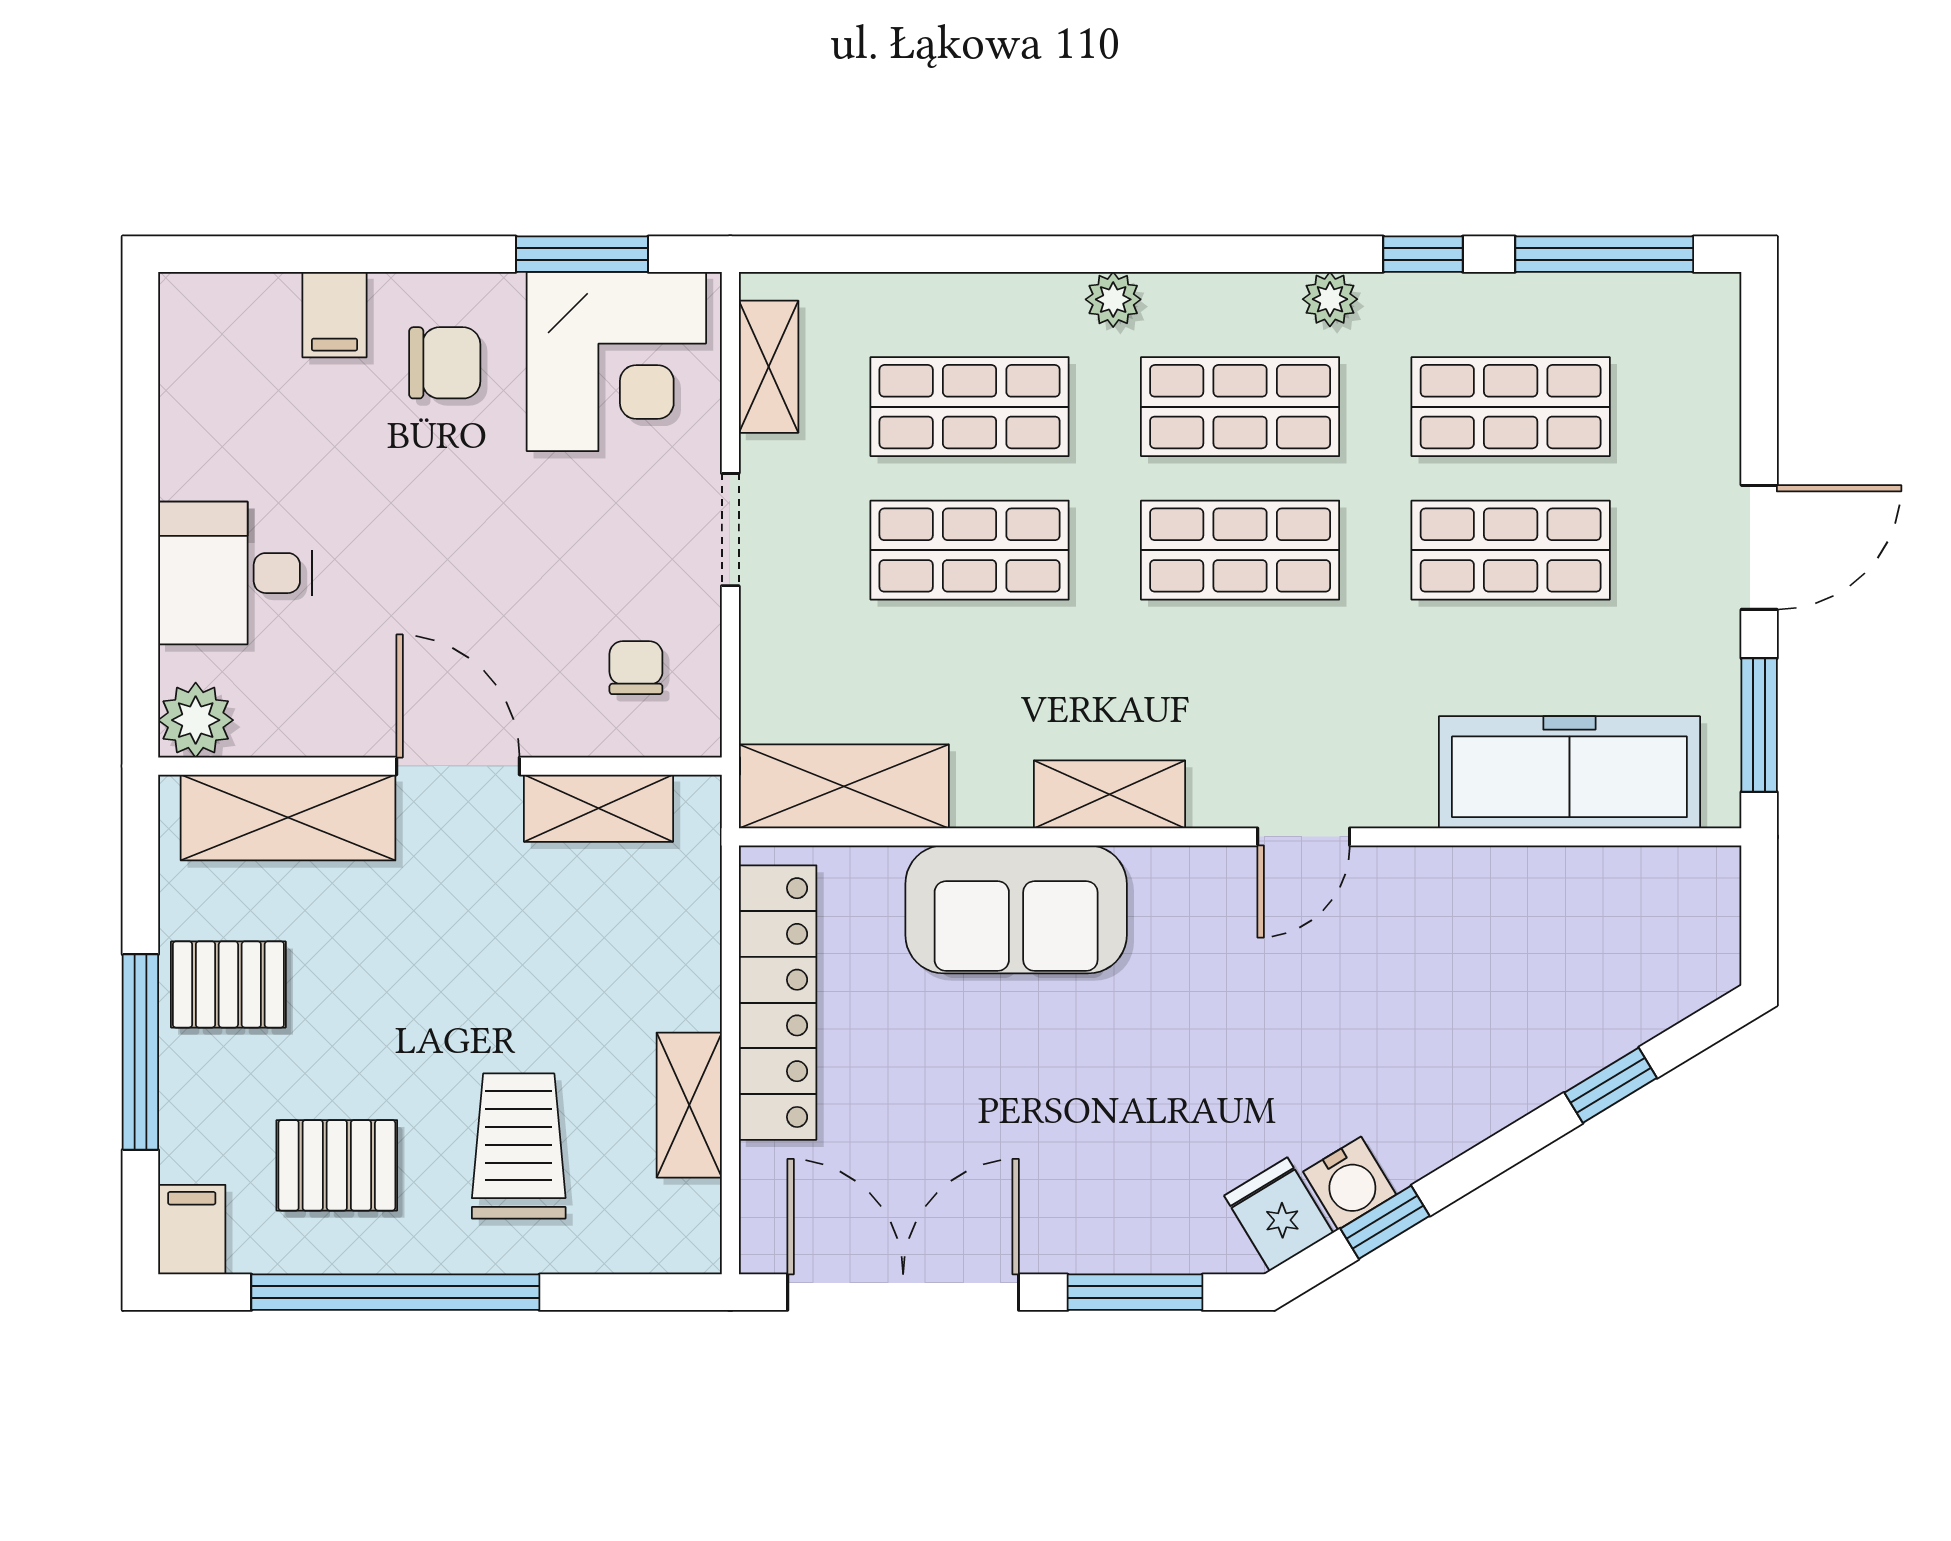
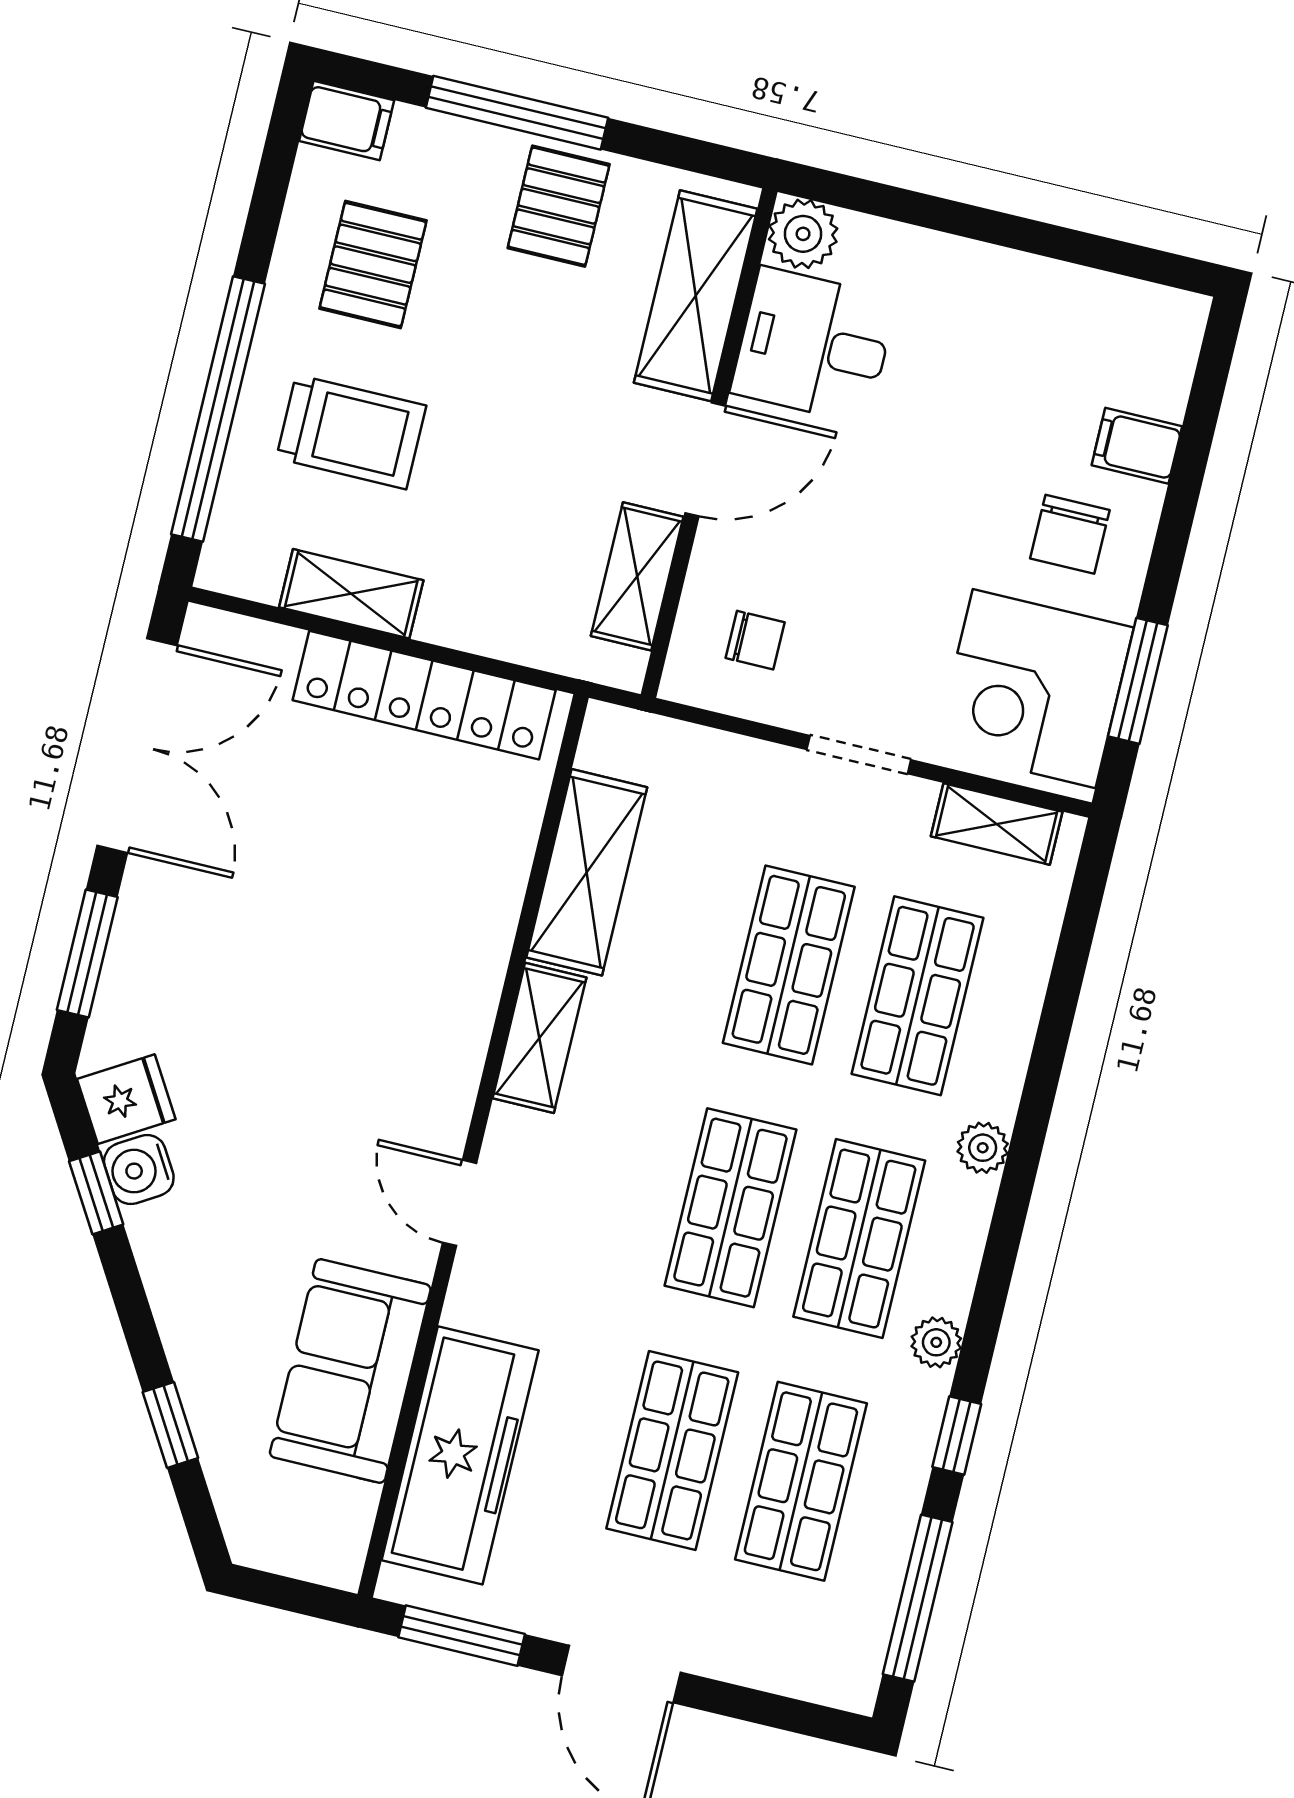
desk: (235, 573) -> (814, 345), moved, turned -90
shelving: (844, 786) -> (587, 872), moved
sofa: (1016, 909) -> (350, 1371), moved
window: (395, 1292) -> (218, 409), moved

